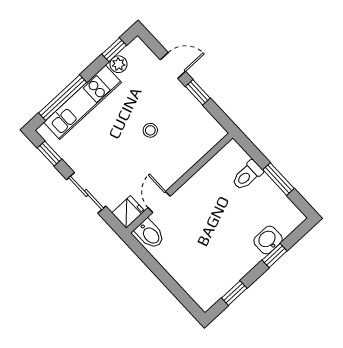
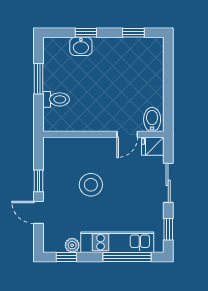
stool: (150, 130) -> (91, 185), width x1.89, depth x1.89

